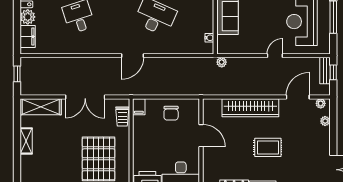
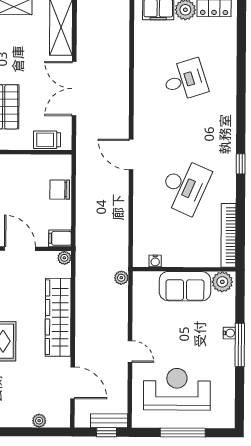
plant: (321, 103) -> (64, 258), moved
filing cabinet: (139, 107) -> (60, 238), moved
chair: (171, 113) -> (60, 190), moved
door: (201, 136) -> (20, 249), swing flipped

